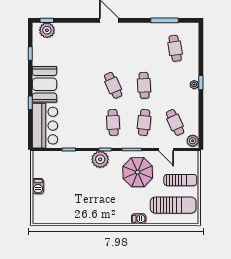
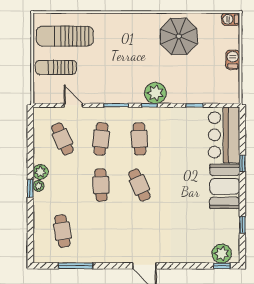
plant: (193, 141) -> (41, 172), moved
parasol: (138, 172) -> (179, 36), moved
barbecue: (139, 219) -> (231, 19), moved

